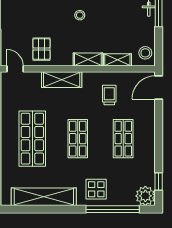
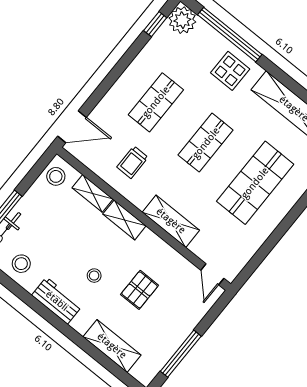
pallet: (41, 49) -> (140, 290), moved

